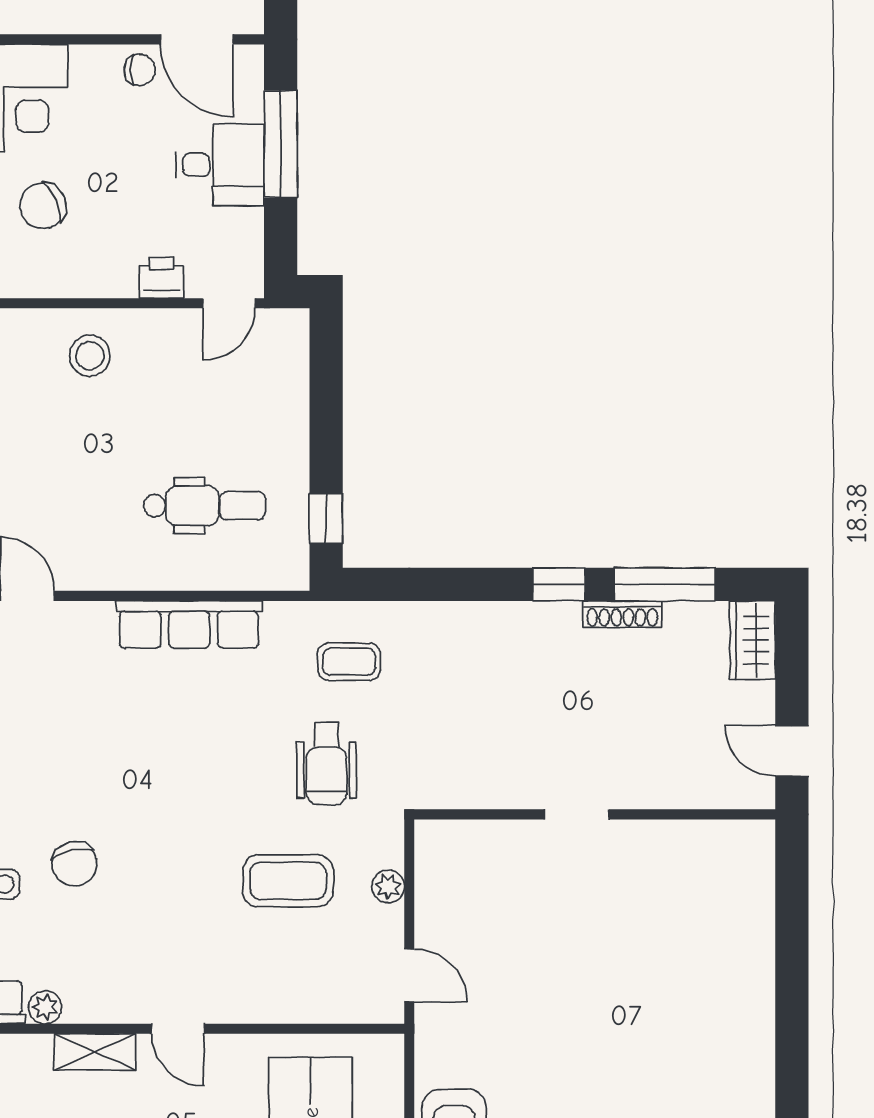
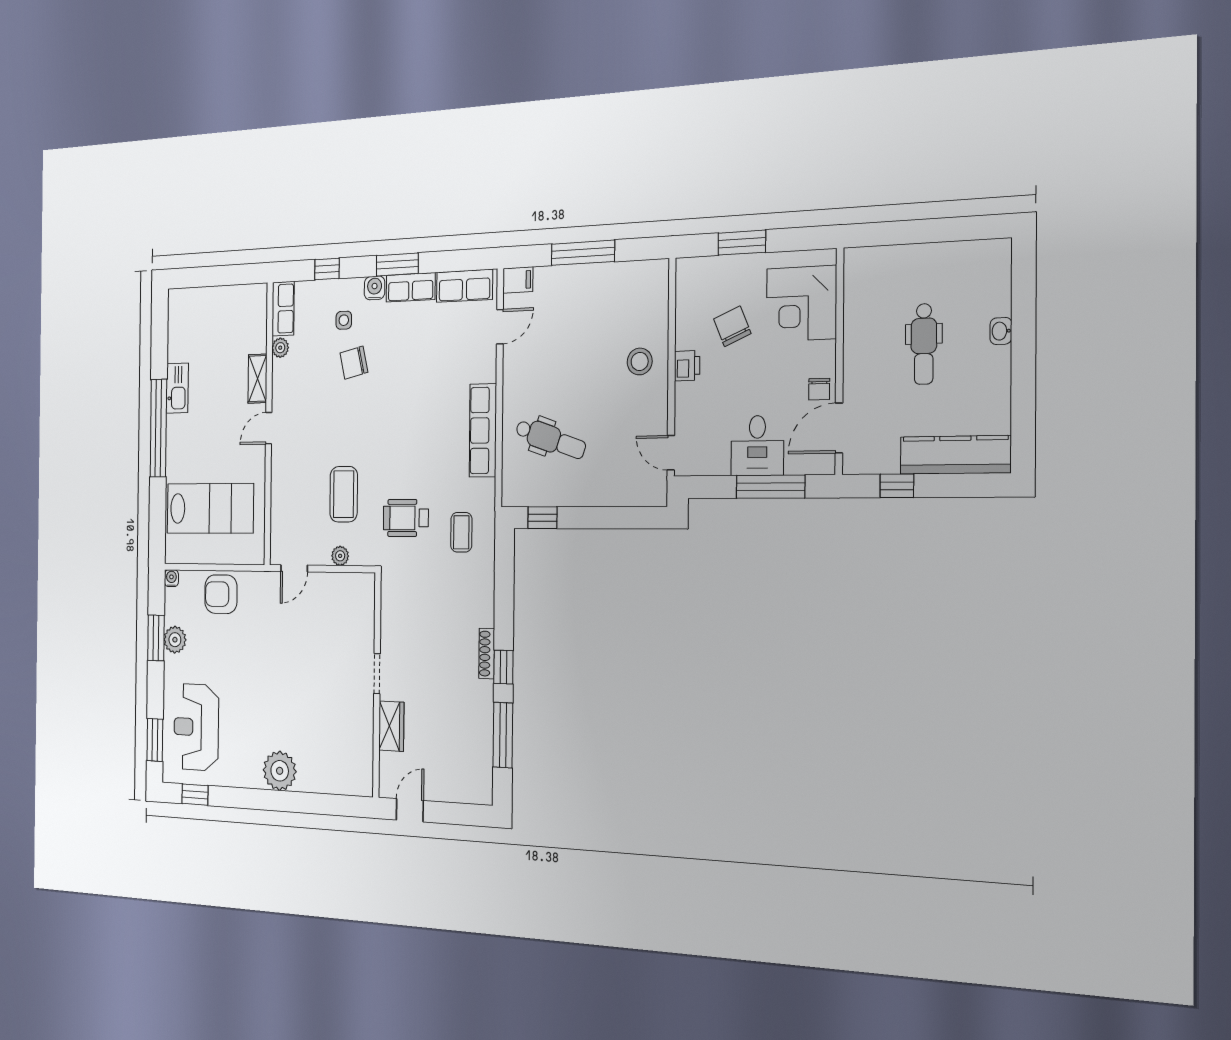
printer: (162, 278) -> (687, 366), moved
dental chair: (205, 506) -> (550, 439), turned -71
shoe rack: (622, 614) -> (487, 654), moved
wardrobe: (753, 640) -> (391, 726), moved, turned 90
plant: (743, 1000) -> (280, 771), added

